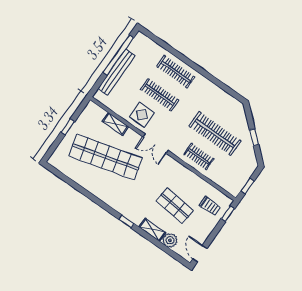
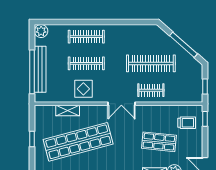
plant: (140, 40) -> (41, 31), added
window: (118, 55) -> (32, 72), moved
window: (254, 137) -> (183, 45), width x2.17
double door: (156, 144) -> (121, 104), moved

